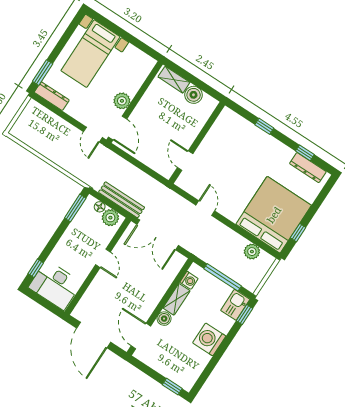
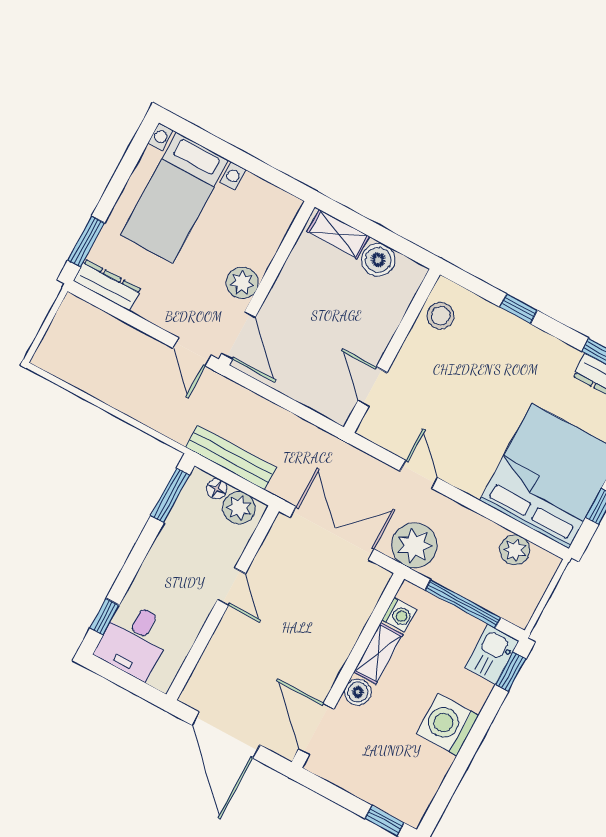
stool: (224, 127) -> (441, 316), added
bench: (122, 200) -> (231, 457), moved
double door: (158, 235) -> (332, 533), swing flipped
plant: (200, 245) -> (414, 545), added
desk: (55, 285) -> (134, 640), width x0.73

